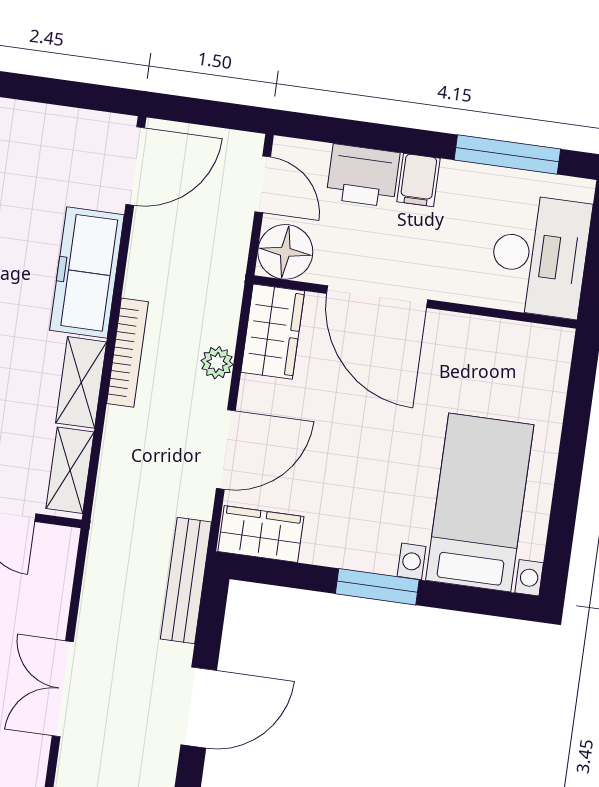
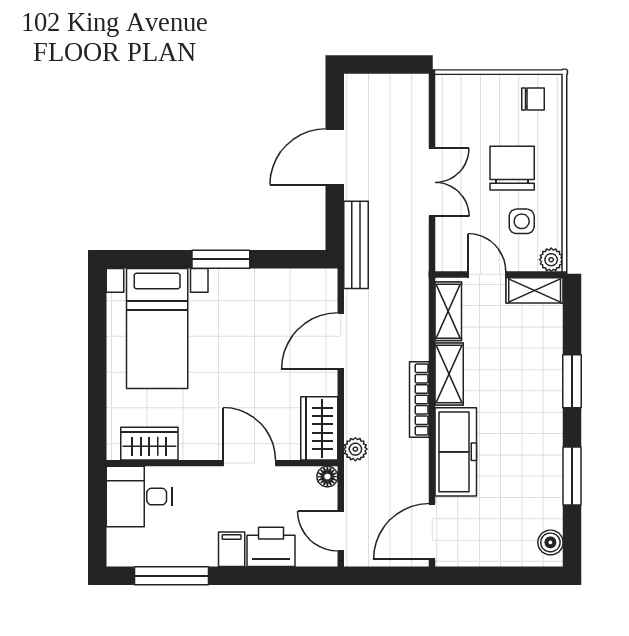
floor lamp: (285, 252) -> (327, 477), width x0.53, depth x0.53
desk: (540, 256) -> (139, 497), width x0.73
door: (377, 297) -> (249, 463), width x0.73
plant: (217, 363) -> (355, 449), moved
wardrobe: (261, 534) -> (149, 444), moved, turned 180
double door: (63, 689) -> (432, 182), moved

